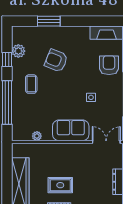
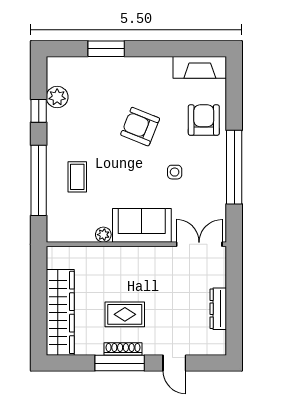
armchair: (56, 61) -> (140, 127), moved
coffee table: (31, 84) -> (77, 177), moved
plant: (37, 136) -> (103, 235), moved

